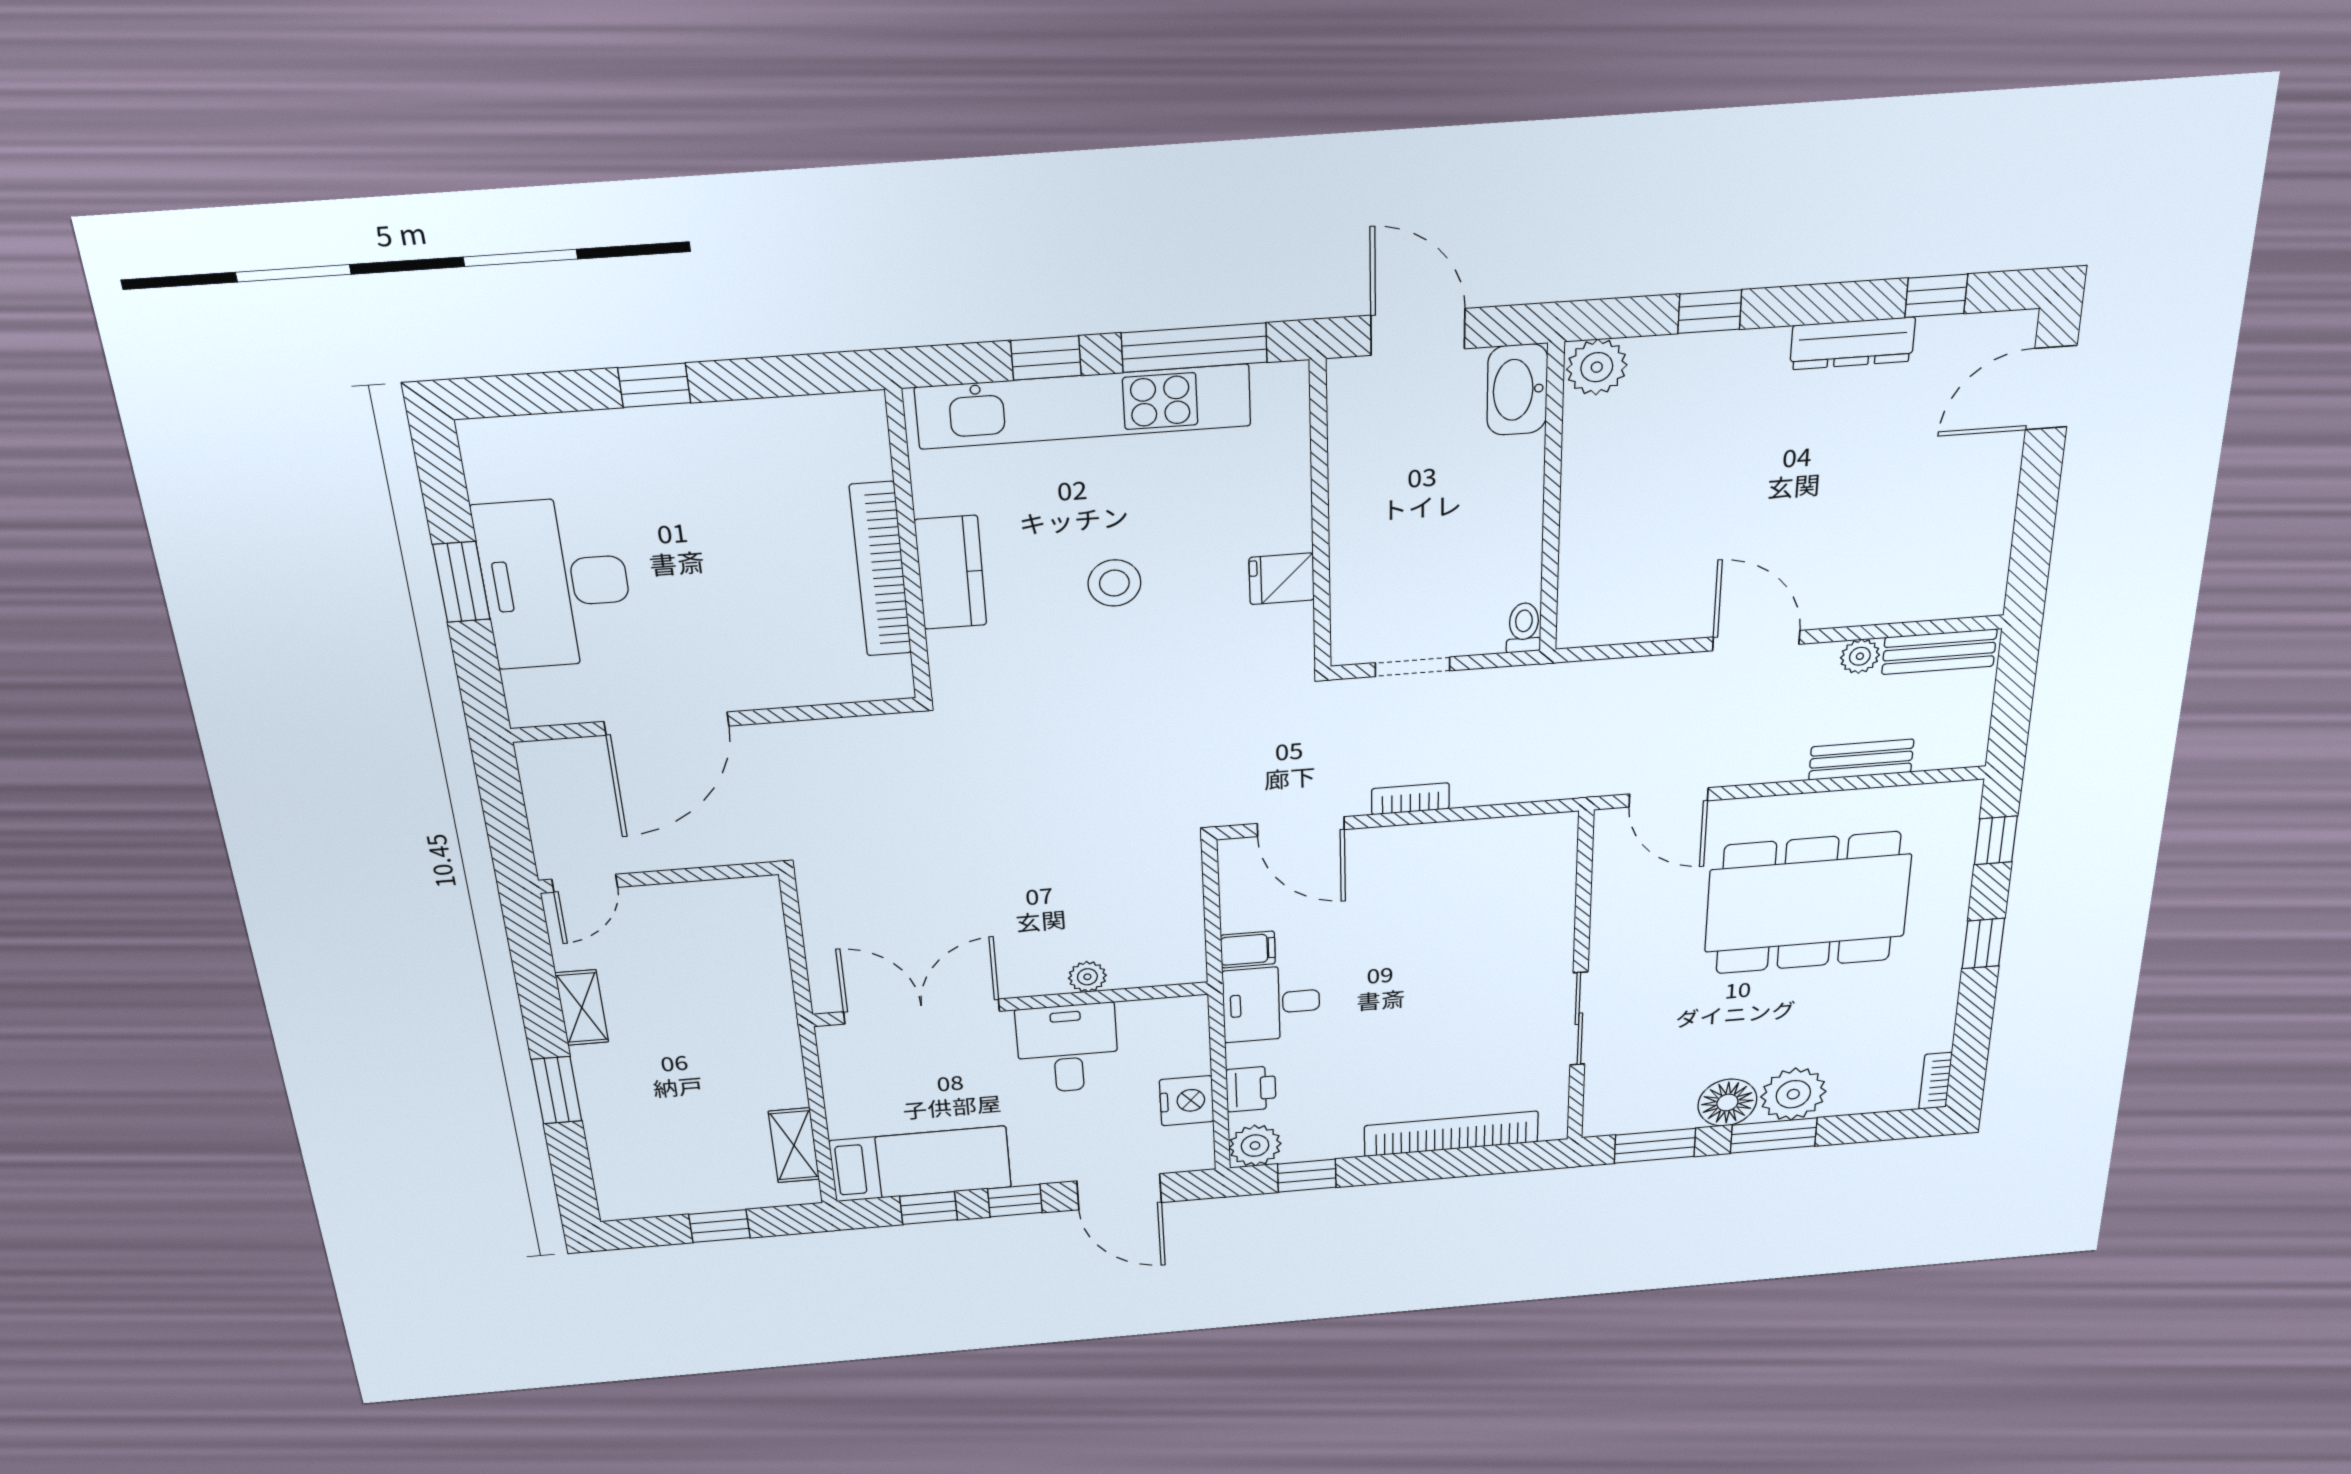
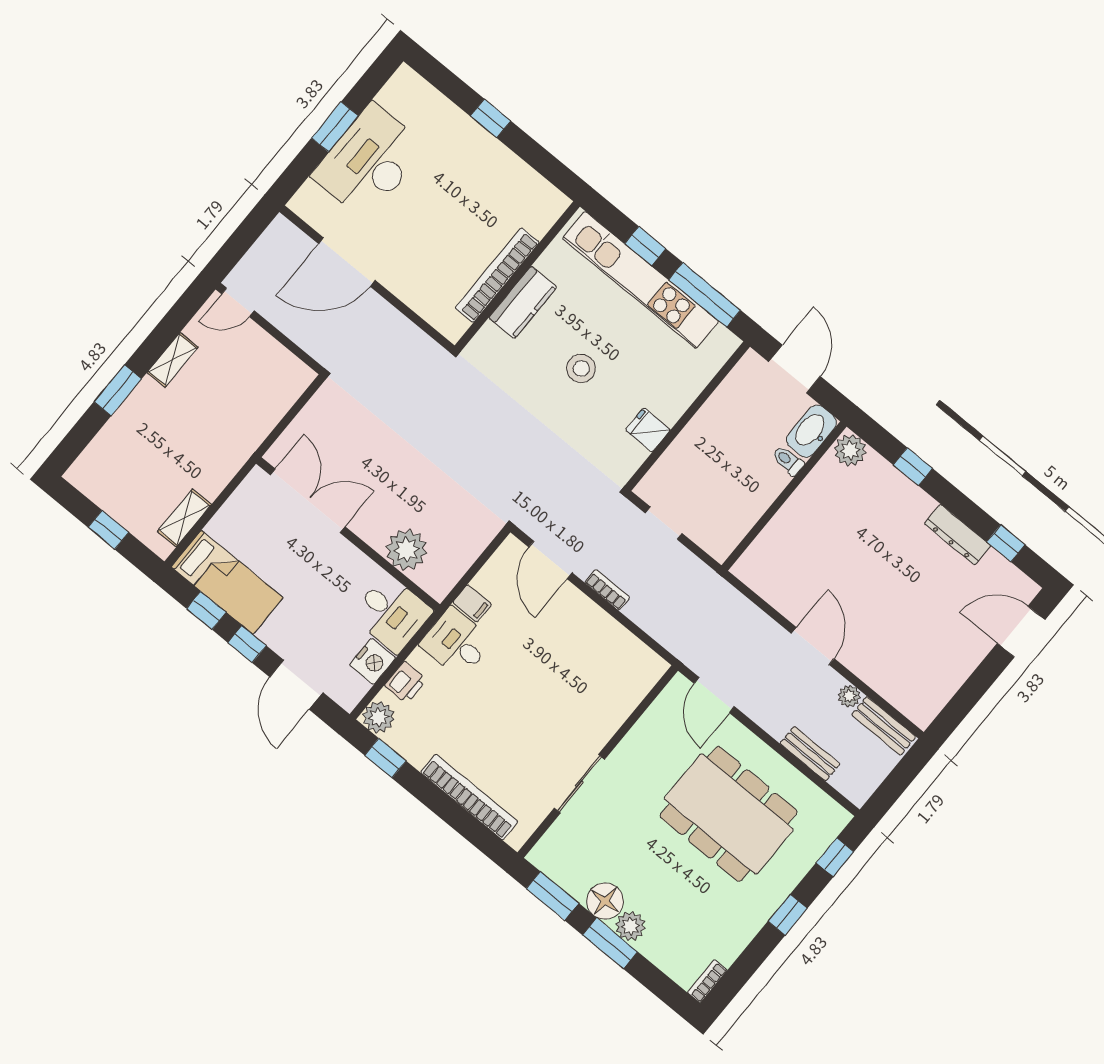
toilet: (1524, 628) -> (788, 460), moved, turned -90
plant: (1087, 977) -> (407, 550), width x1.88, depth x1.88
desk: (1067, 1048) -> (392, 613), moved, turned 90
plant: (1793, 1094) -> (630, 926), width x0.73, depth x0.73

